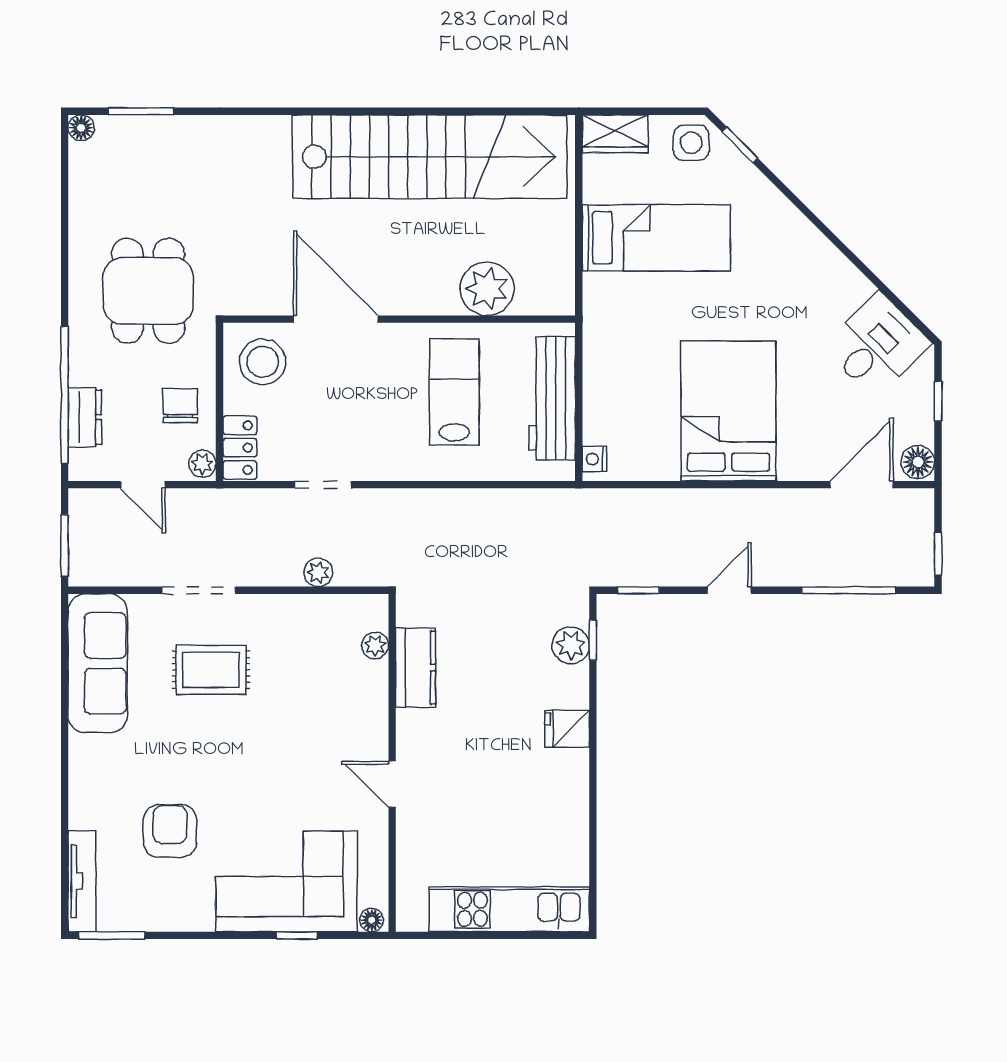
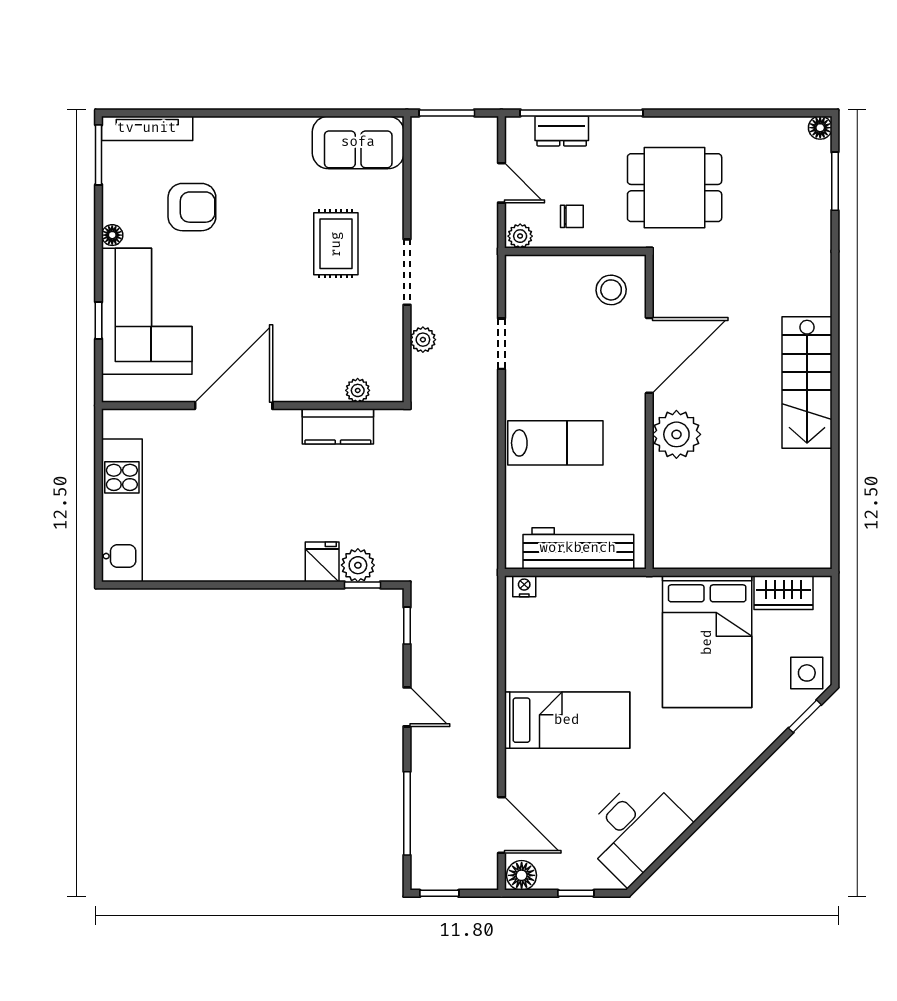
wardrobe: (615, 134) -> (784, 593), moved, turned -90
stairs: (430, 157) -> (807, 383), width x0.54, depth x0.66
bed: (656, 238) -> (707, 642), width x1.50
plant: (487, 289) -> (676, 434), moved
desk: (877, 345) -> (635, 830), width x1.37
stool: (263, 362) -> (611, 290), width x0.73, depth x0.73
lab bench: (454, 392) -> (555, 443), moved
chair: (180, 406) -> (572, 216), width x0.73, depth x0.73
bed: (728, 411) -> (567, 720), width x0.67
locker: (240, 448) -> (534, 270), removed
door: (143, 485) -> (501, 183), swing flipped
doorway: (199, 590) -> (407, 272), moved
sofa: (98, 663) -> (358, 142), width x0.73
fridge: (567, 729) -> (322, 562), moved
door: (392, 784) -> (234, 406), width x1.88
floor lamp: (372, 920) -> (112, 235), moved

